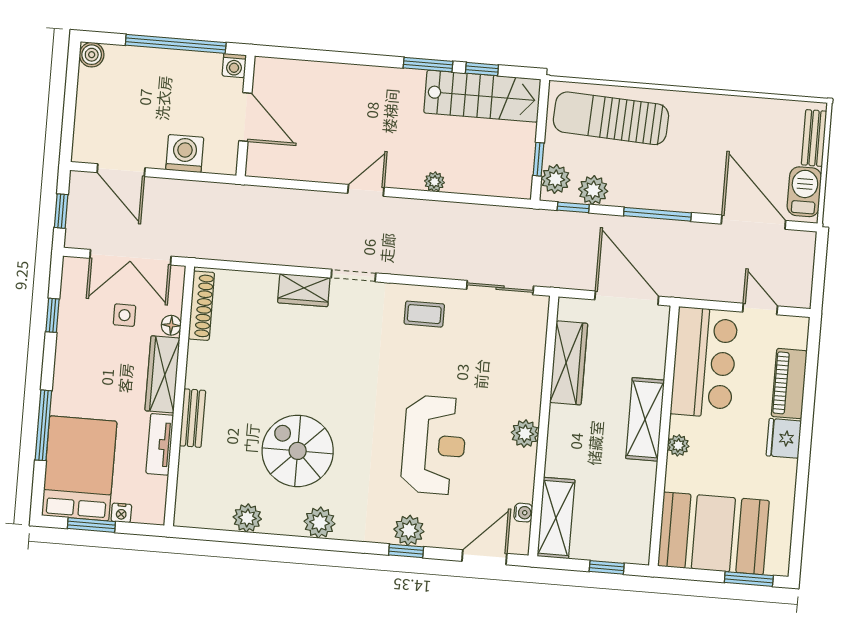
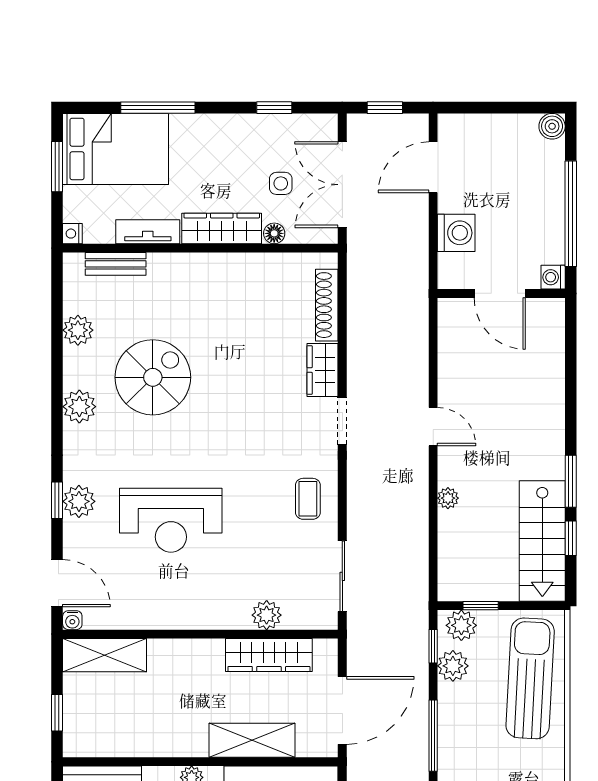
door: (245, 117) -> (500, 293), hinge flipped
shoe rack: (201, 306) -> (327, 305), moved, turned 90
bench: (193, 418) -> (116, 264), moved
shelving: (645, 419) -> (252, 740), moved
plant: (525, 434) -> (267, 615), moved
nightstand: (121, 513) -> (72, 234), moved
water cooler: (523, 513) -> (72, 620), moved

